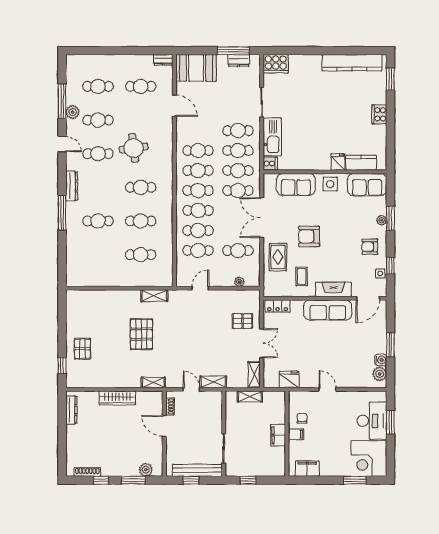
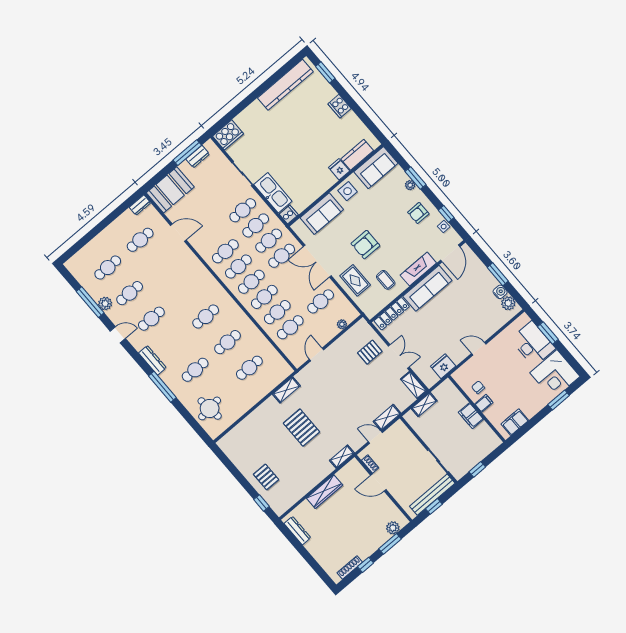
round table: (134, 148) -> (210, 408), moved
locker: (278, 306) -> (392, 314), width x1.53

